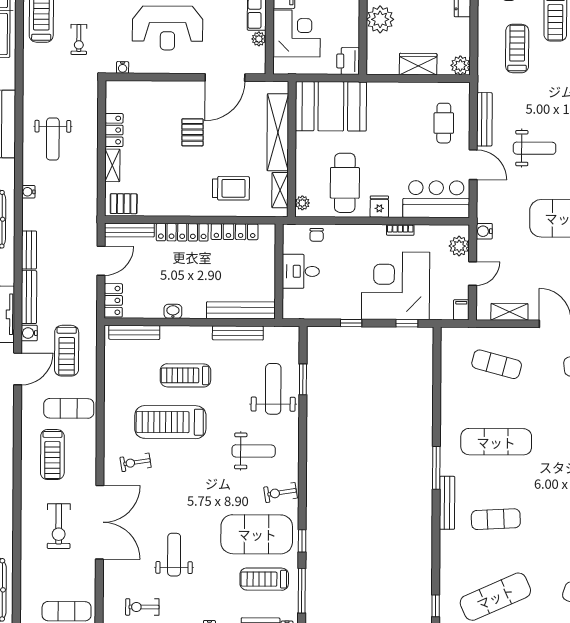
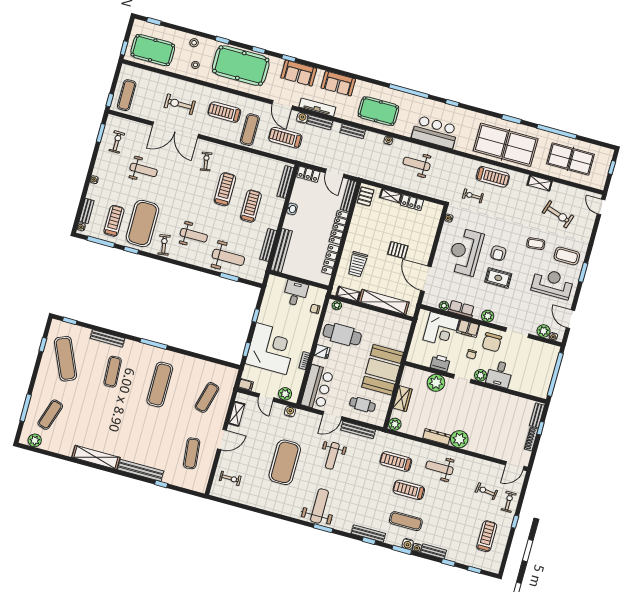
treadmill: (517, 49) -> (396, 461), turned 180
printer: (348, 61) -> (440, 363), moved
booth: (331, 106) -> (383, 370), moved
bench: (29, 297) -> (320, 122), width x0.73
treadmill: (170, 422) -> (225, 189), width x0.73, depth x0.73
weight bench: (254, 451) -> (194, 235), turned -90
bench: (447, 503) -> (108, 338), moved

